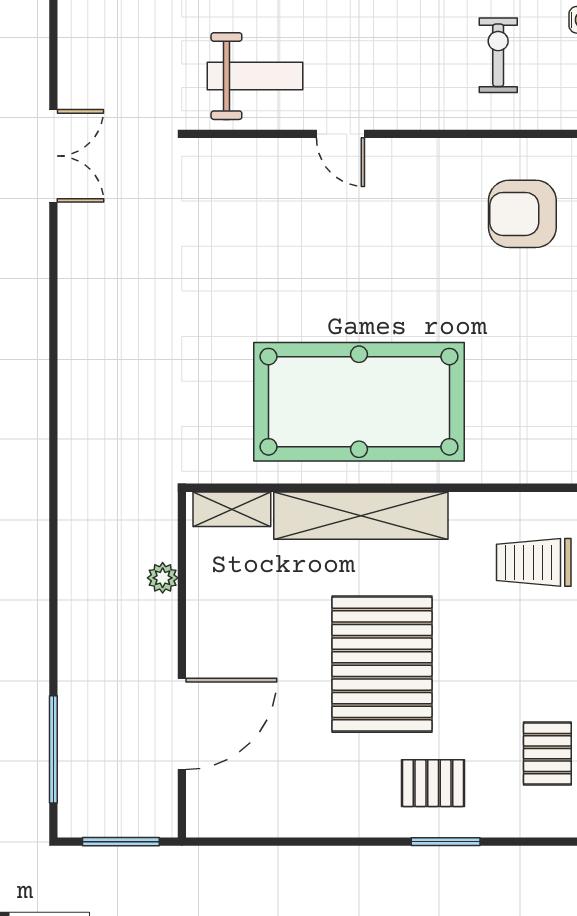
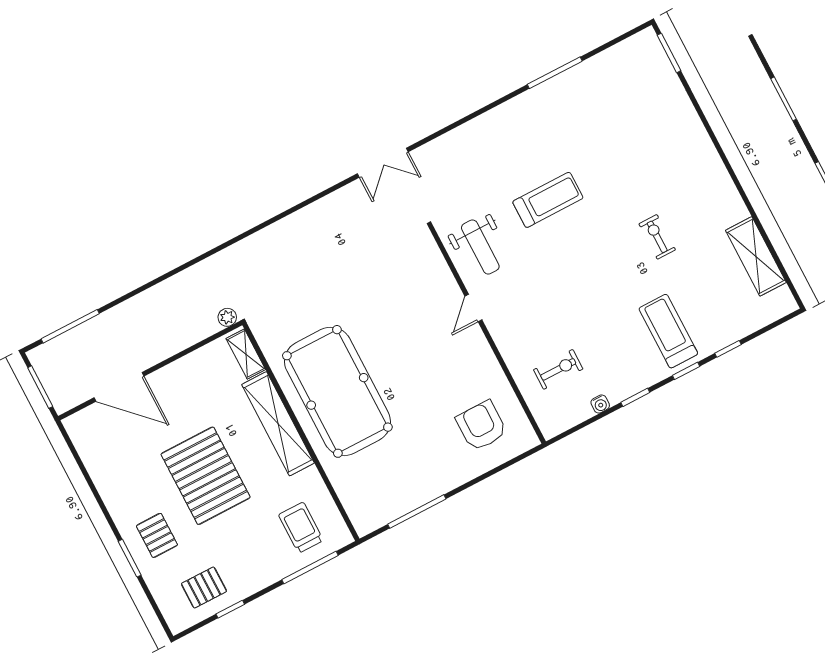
plant: (163, 578) -> (227, 317), moved
pallet: (382, 664) -> (206, 476), turned 90

